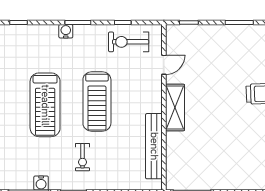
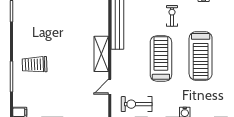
exercise bike: (129, 42) -> (137, 104), turned 180
treadmill: (45, 105) -> (201, 56), turned 180

